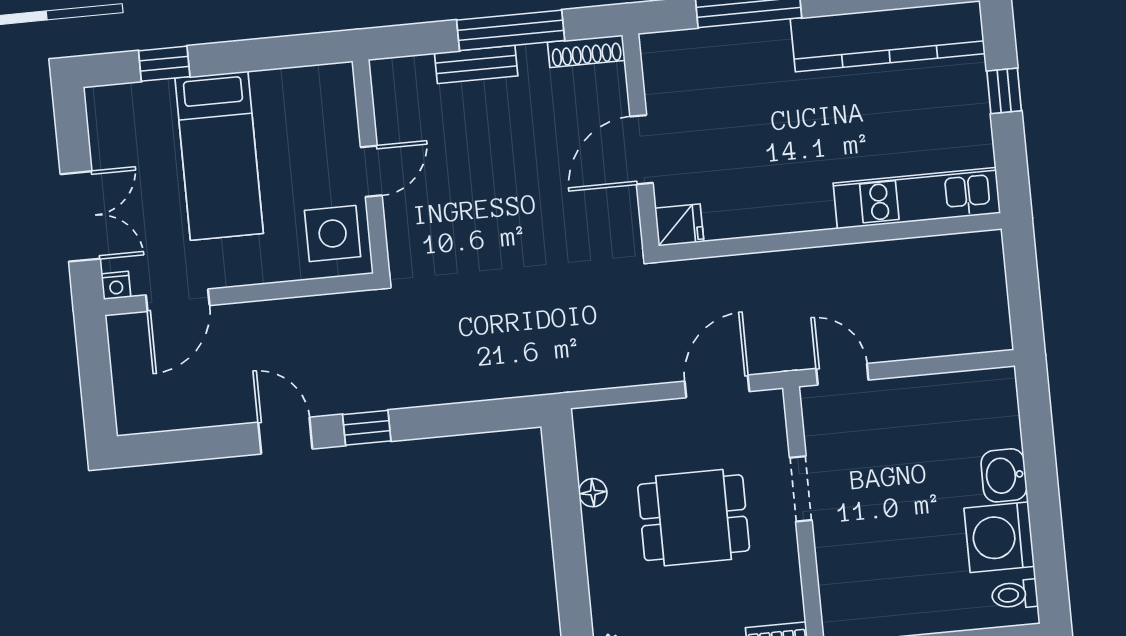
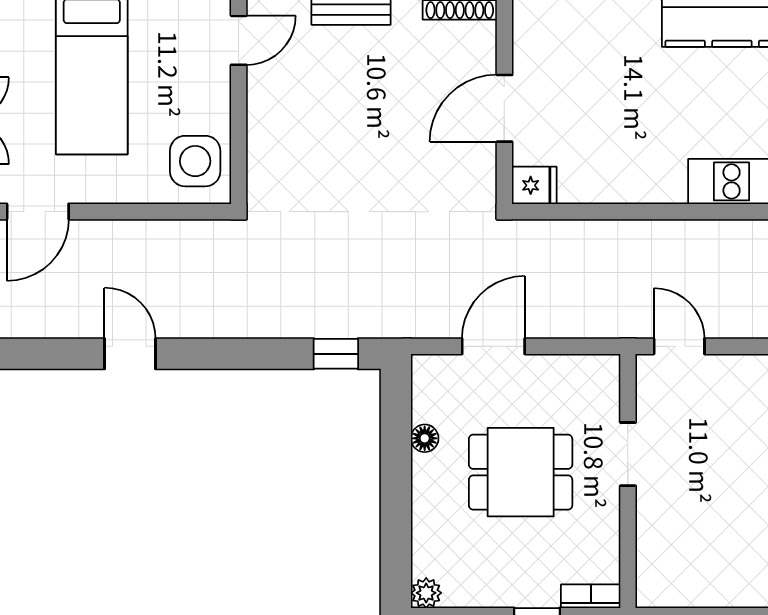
door: (371, 171) -> (239, 40), moved
door: (717, 386) -> (493, 346), moved
window: (367, 428) -> (336, 354), moved

